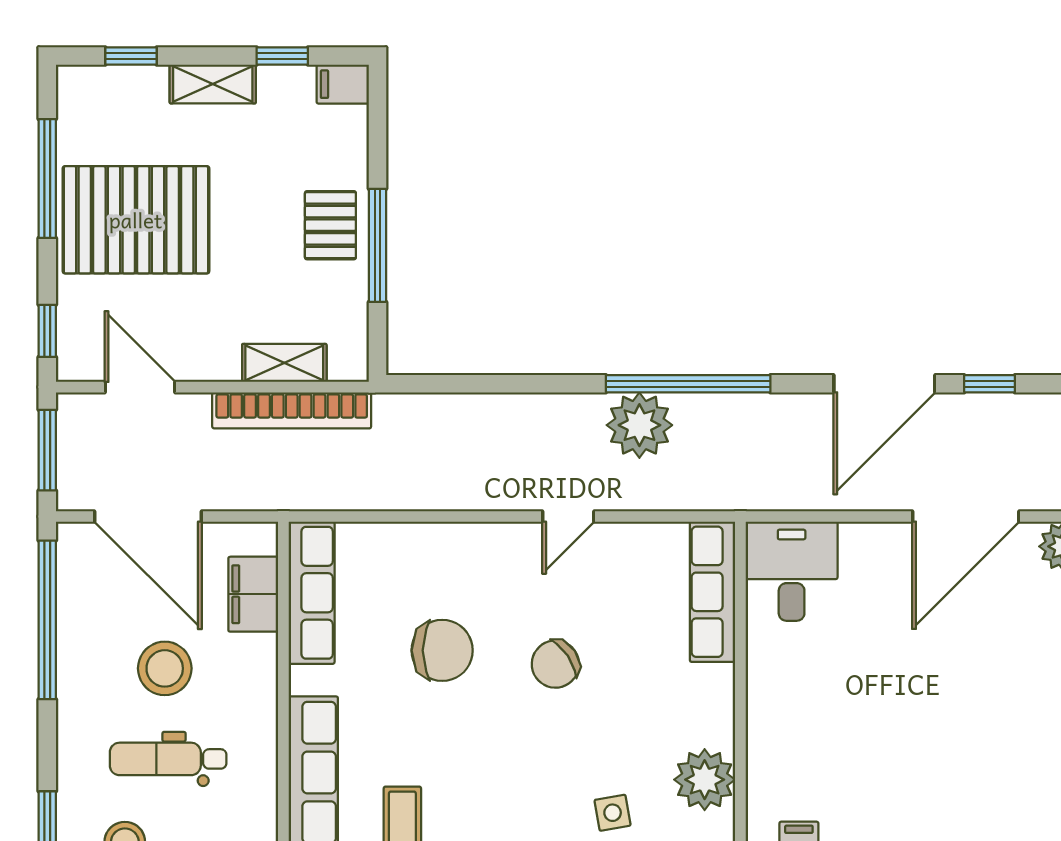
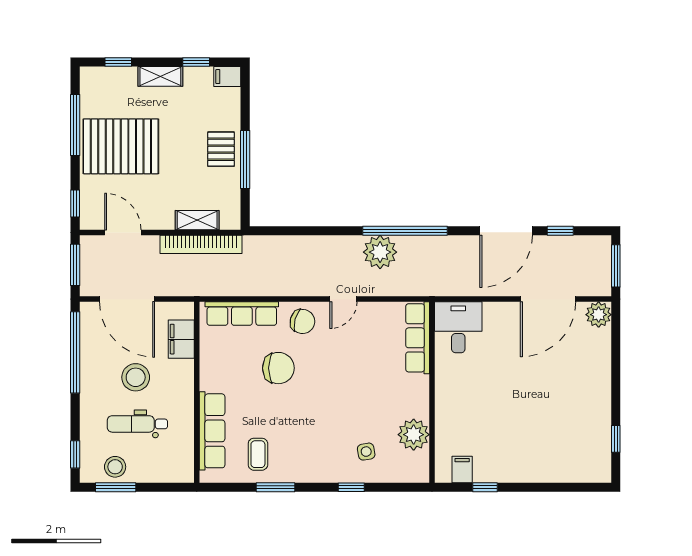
row of seats: (312, 593) -> (242, 314), moved, turned 90
chair: (555, 664) -> (302, 321), moved, turned -131

